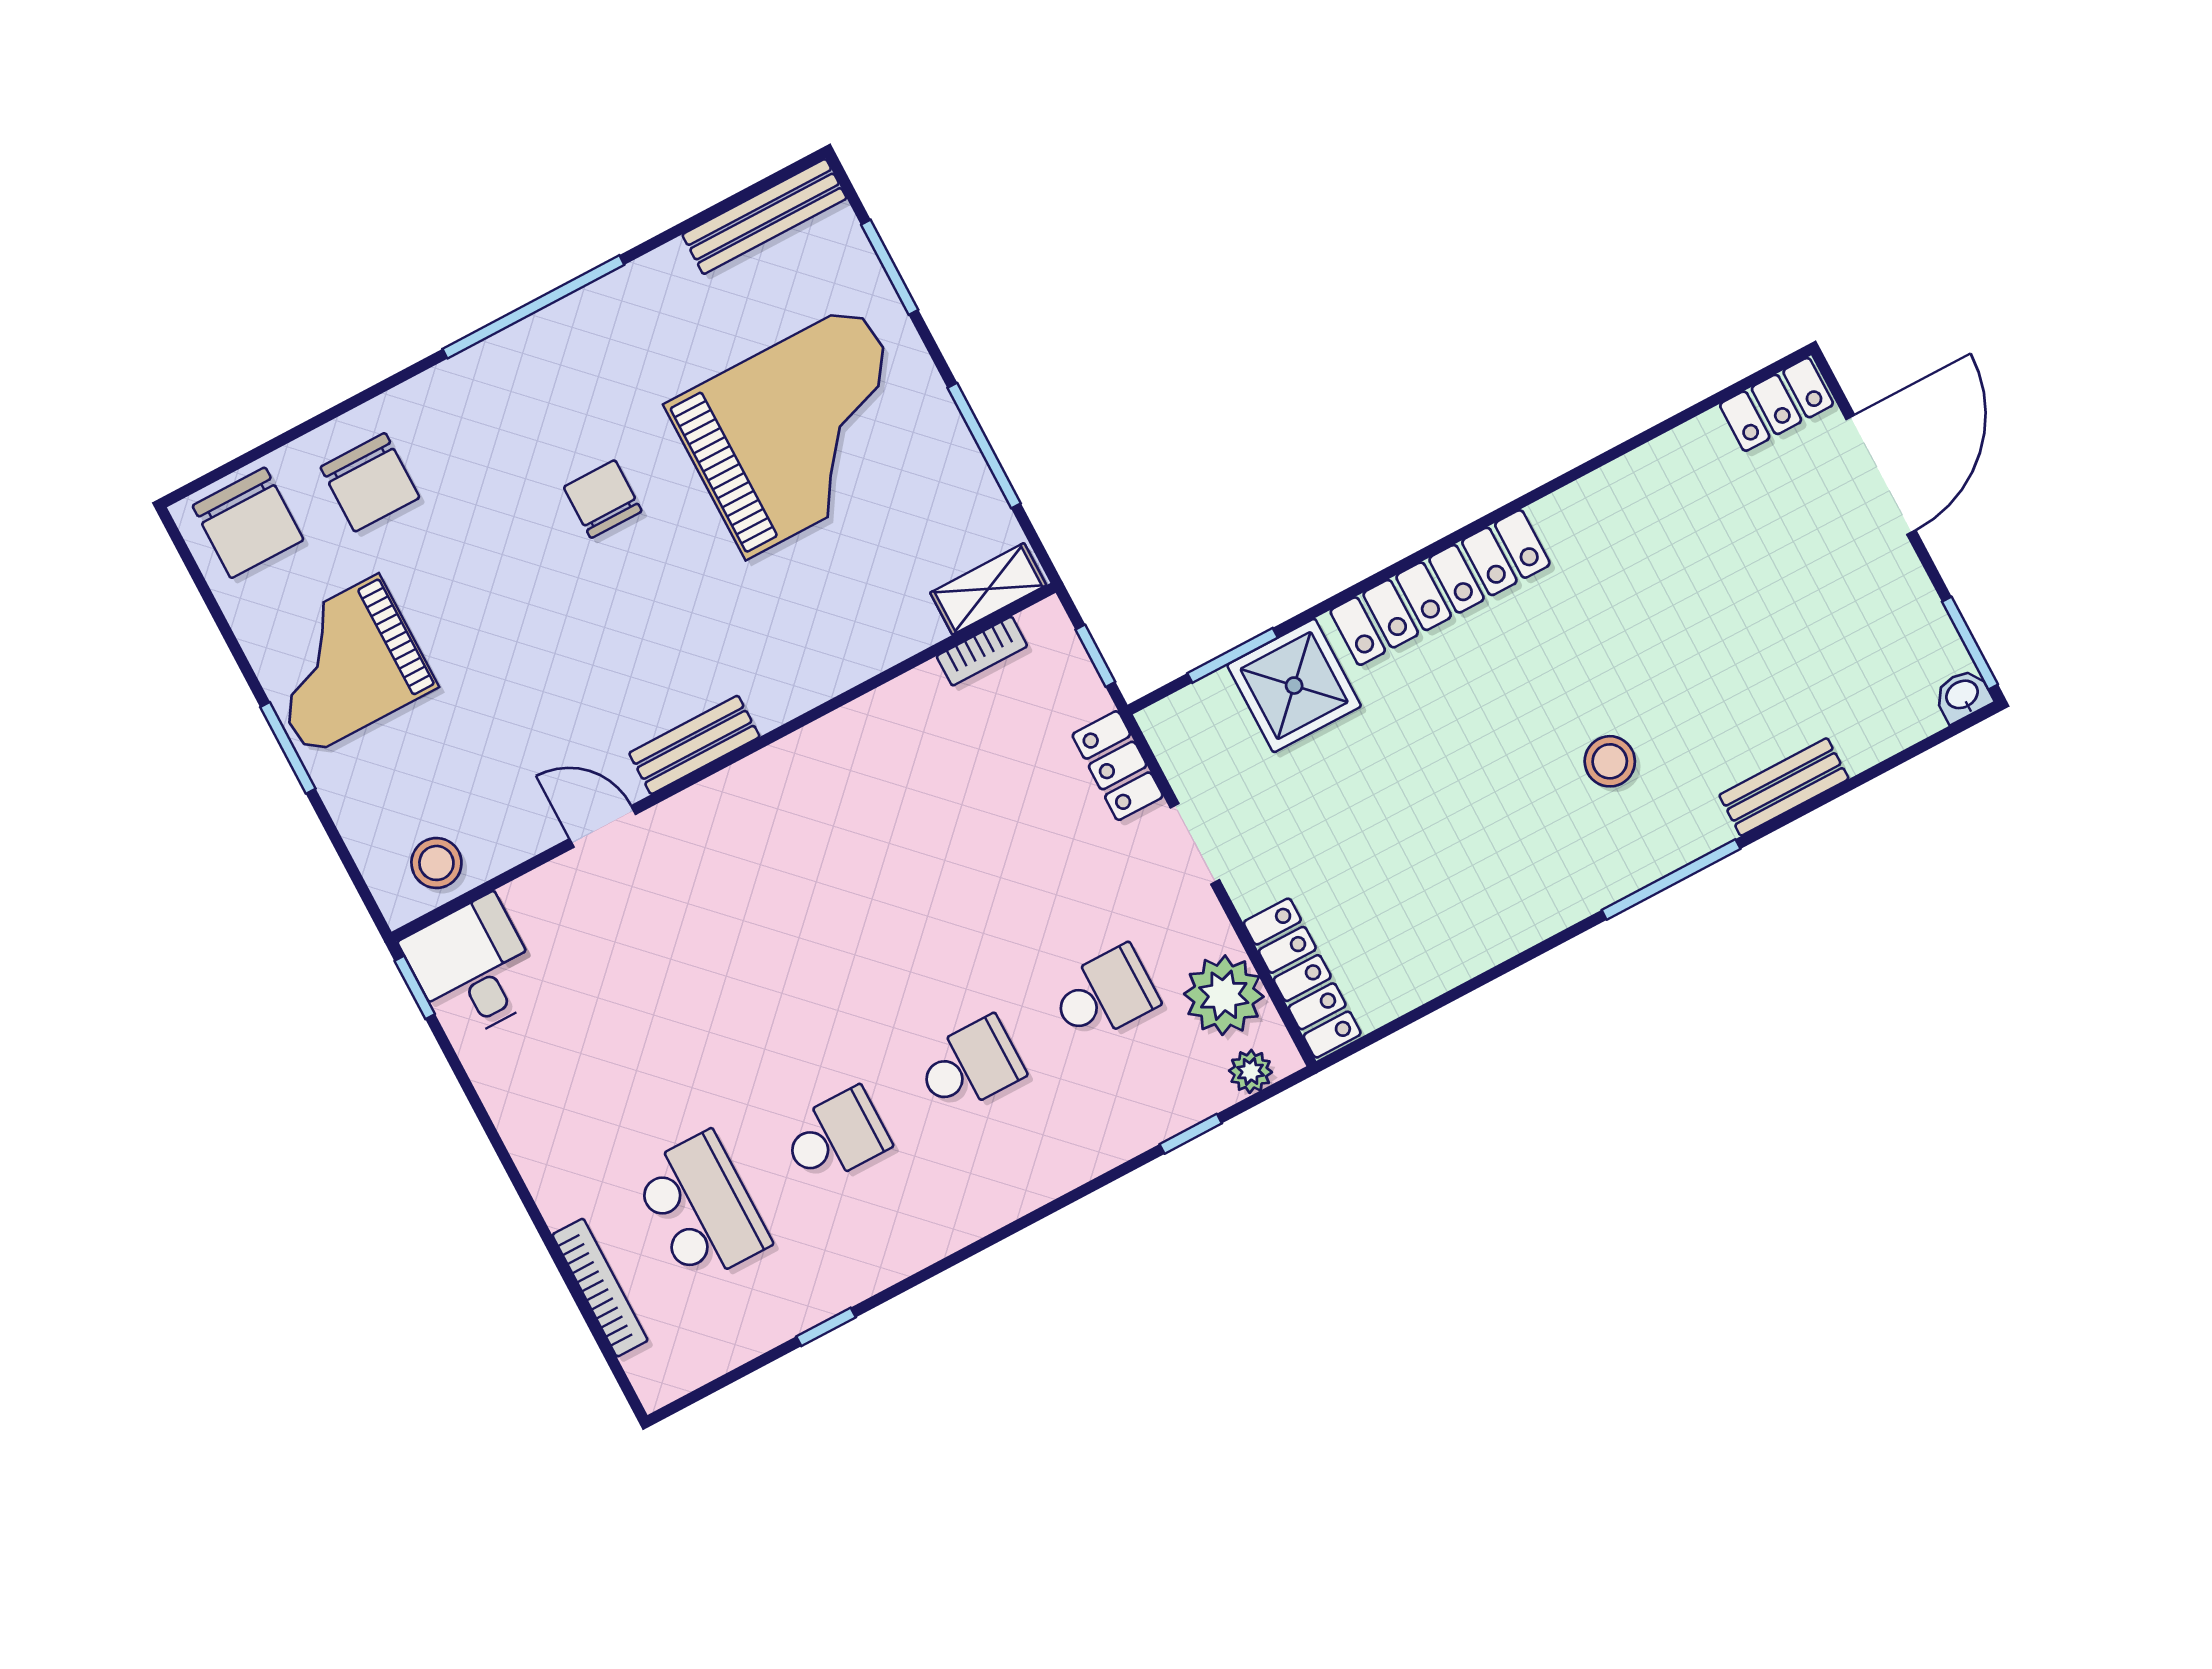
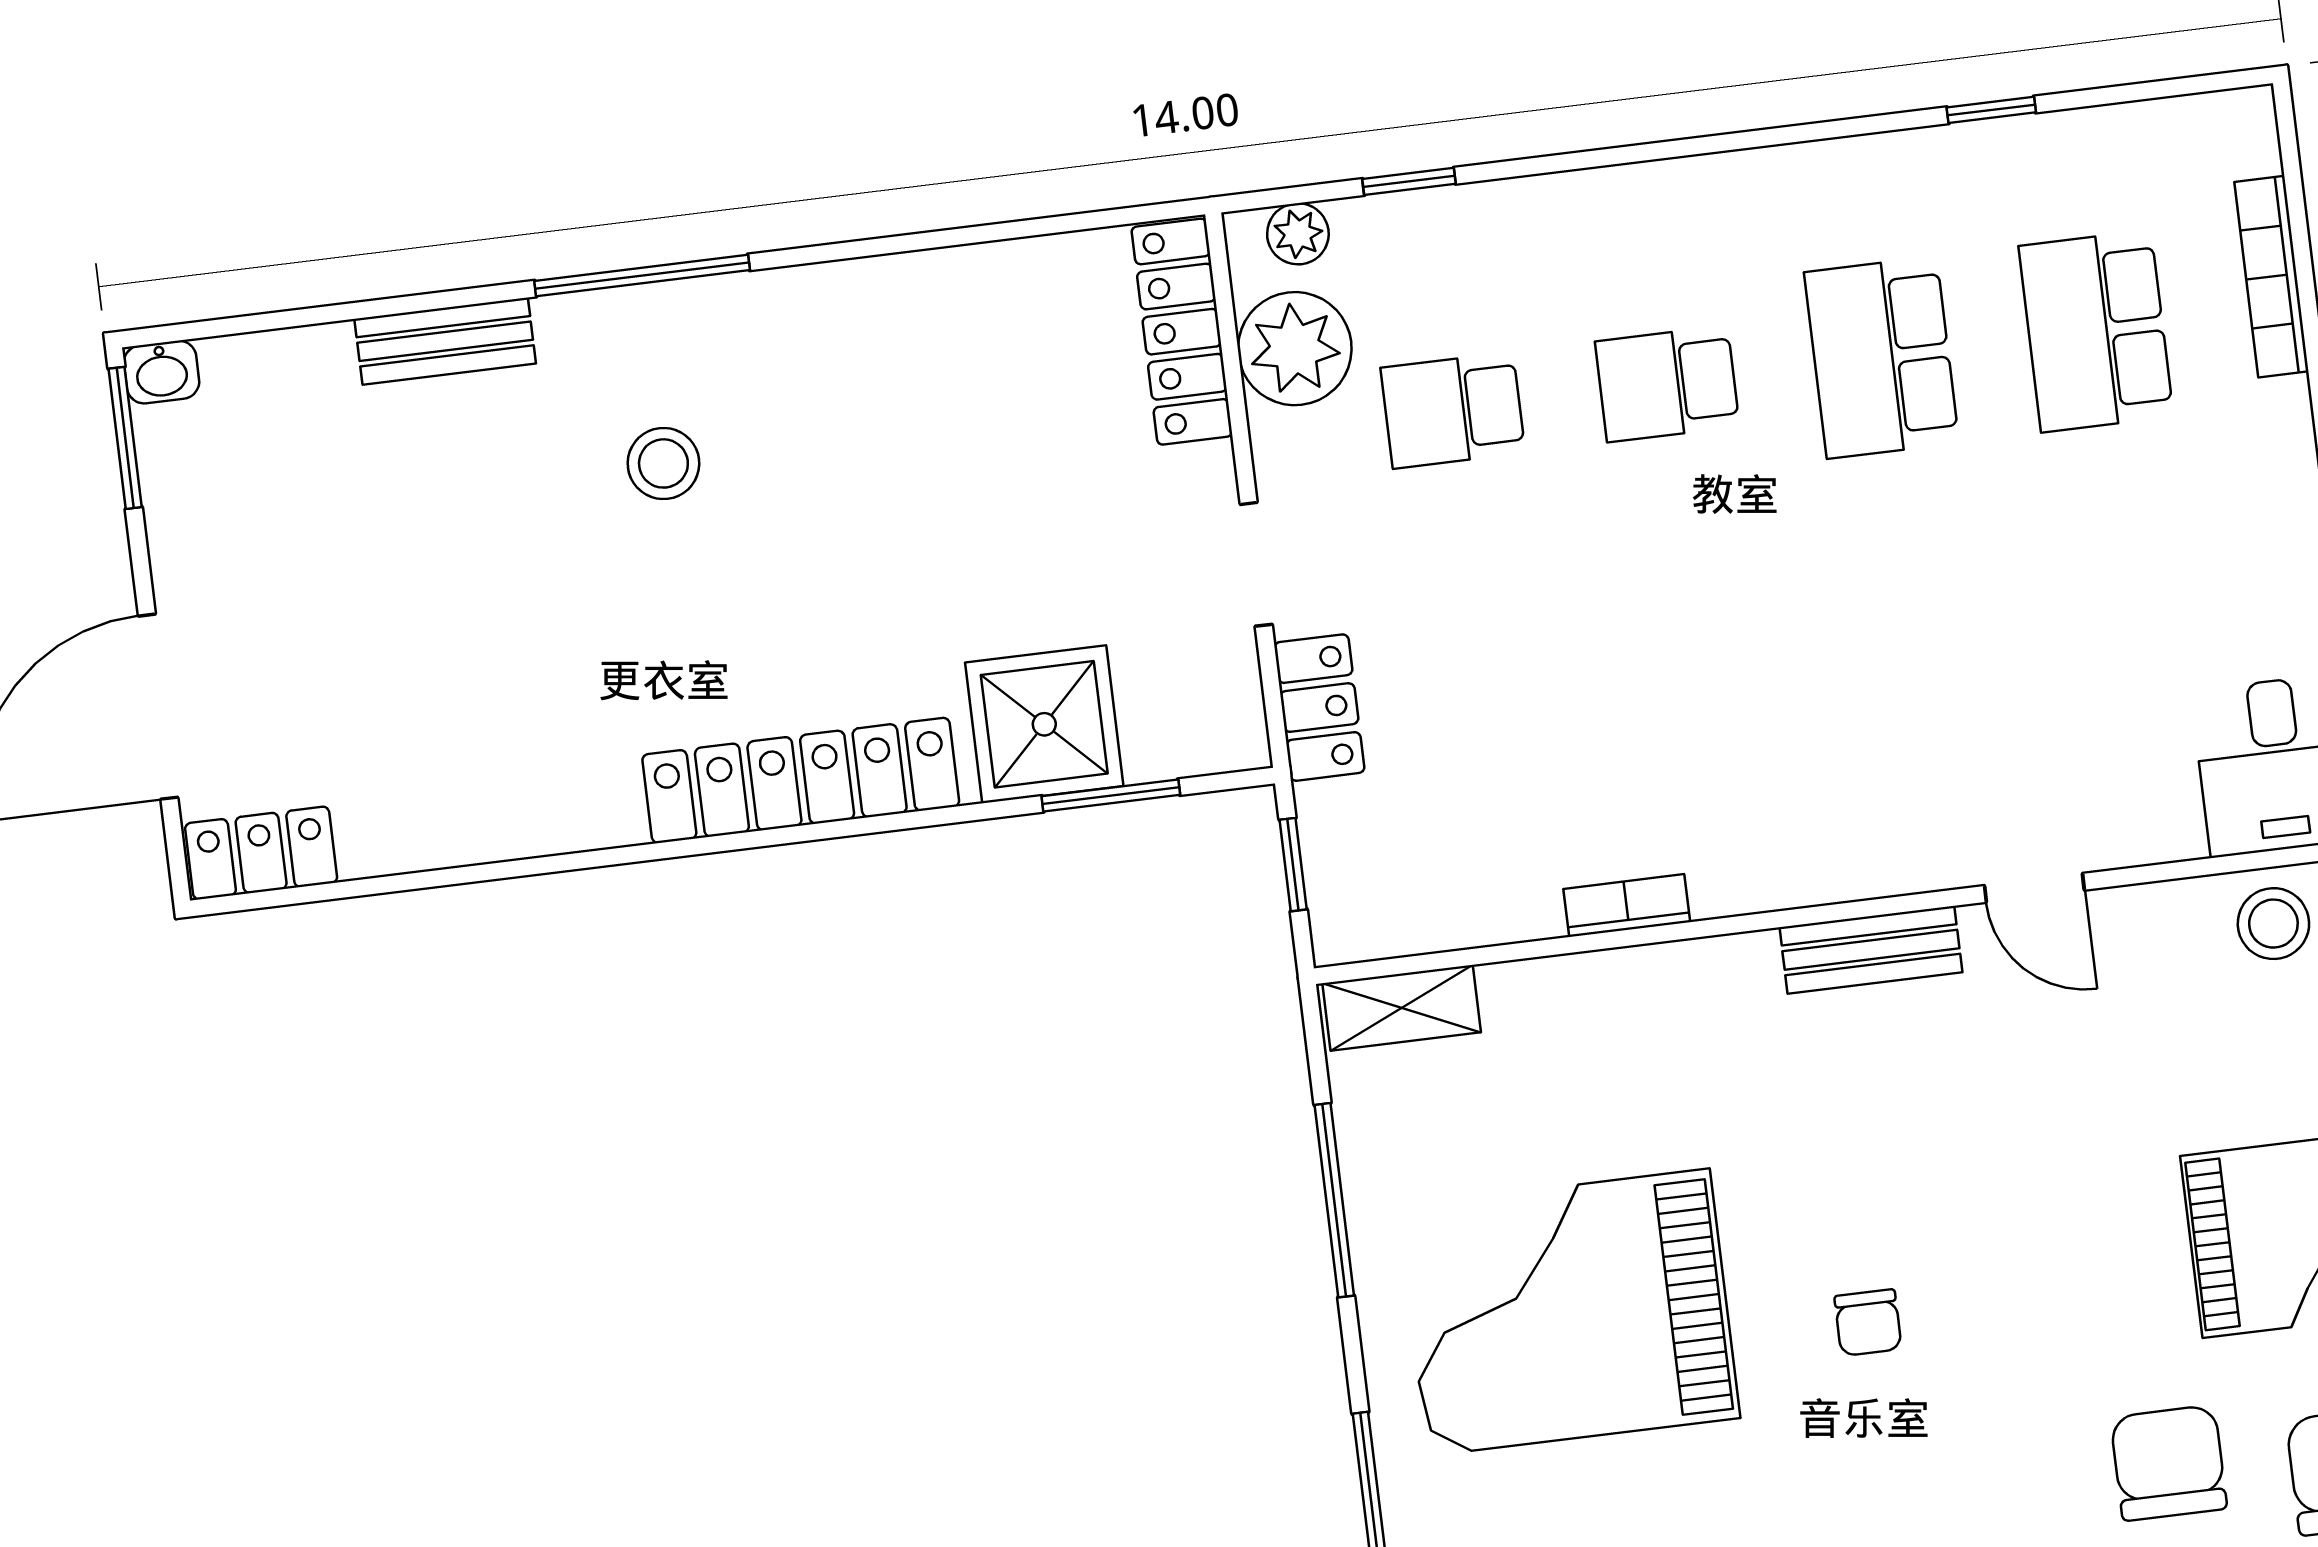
chair: (603, 499) -> (1868, 1323), width x0.73, depth x0.73
bookcase: (982, 651) -> (1627, 906), moved
school desk: (836, 1137) -> (1882, 358), width x1.85

